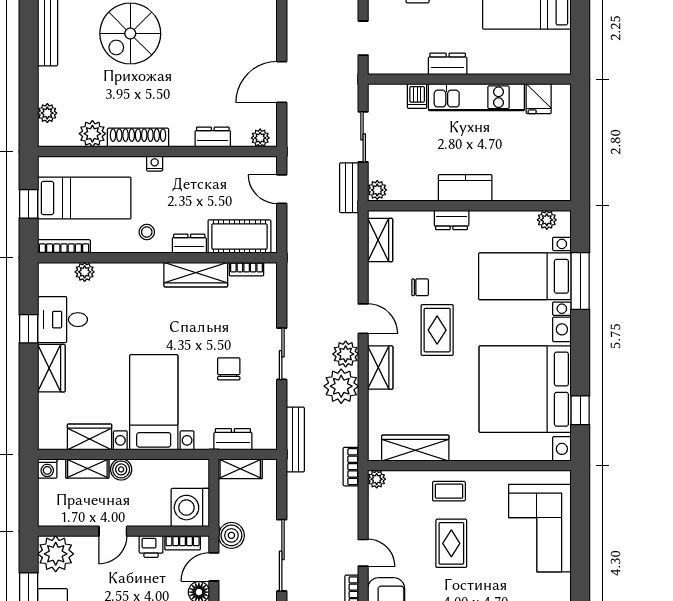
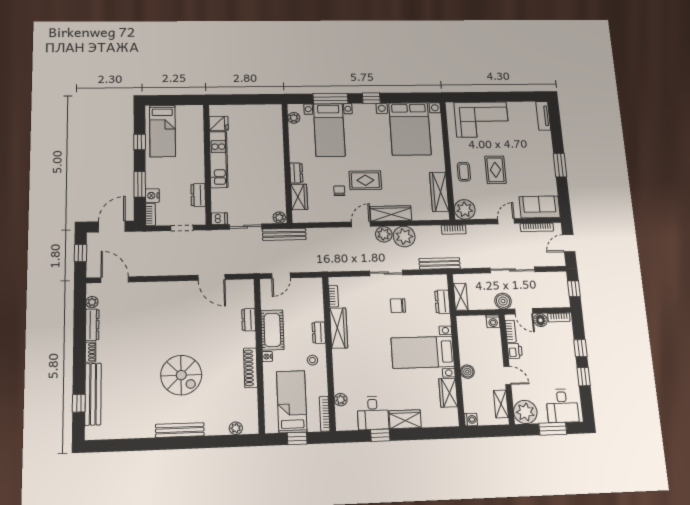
dresser: (448, 64) -> (198, 195), moved
dishwasher: (417, 96) -> (219, 219), moved
plant: (92, 134) -> (249, 398), removed
plant: (260, 138) -> (248, 290), removed
bench: (349, 188) -> (284, 234), width x1.36
kitchen counter: (465, 188) -> (276, 165), removed
cot: (239, 237) -> (272, 330), moved
wardrobe: (380, 240) -> (299, 197), moved, turned 90
wardrobe: (380, 368) -> (391, 213), width x1.50
bed with nightstands: (525, 389) -> (410, 129), width x0.73
window: (580, 410) -> (371, 98), moved
shelving: (87, 469) -> (501, 404), moved
plant: (377, 479) -> (465, 209), width x1.87, depth x1.87
washing machine: (190, 508) -> (493, 321), width x0.53, depth x0.53
rug: (451, 543) -> (495, 170), turned 90

